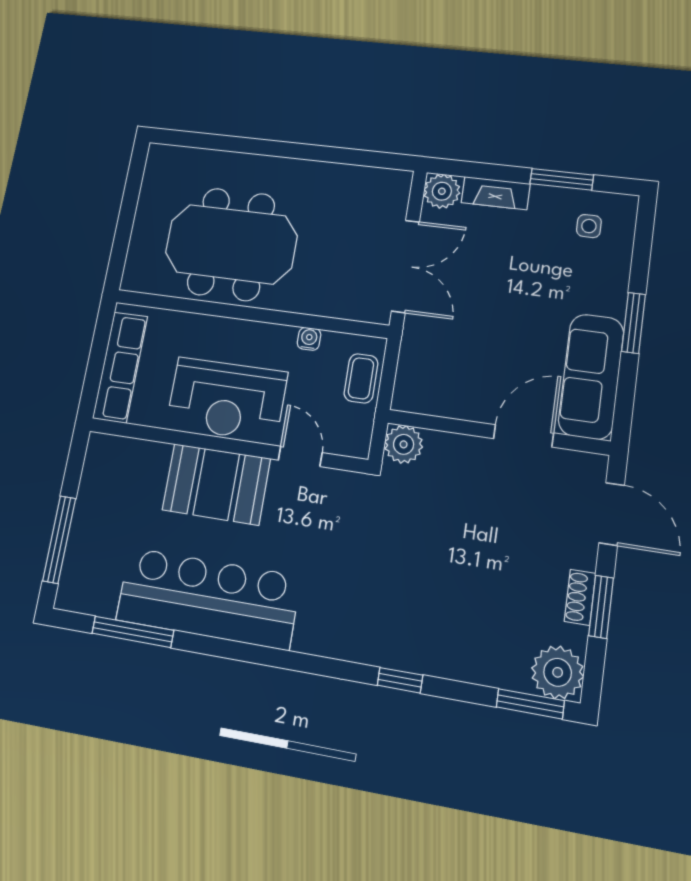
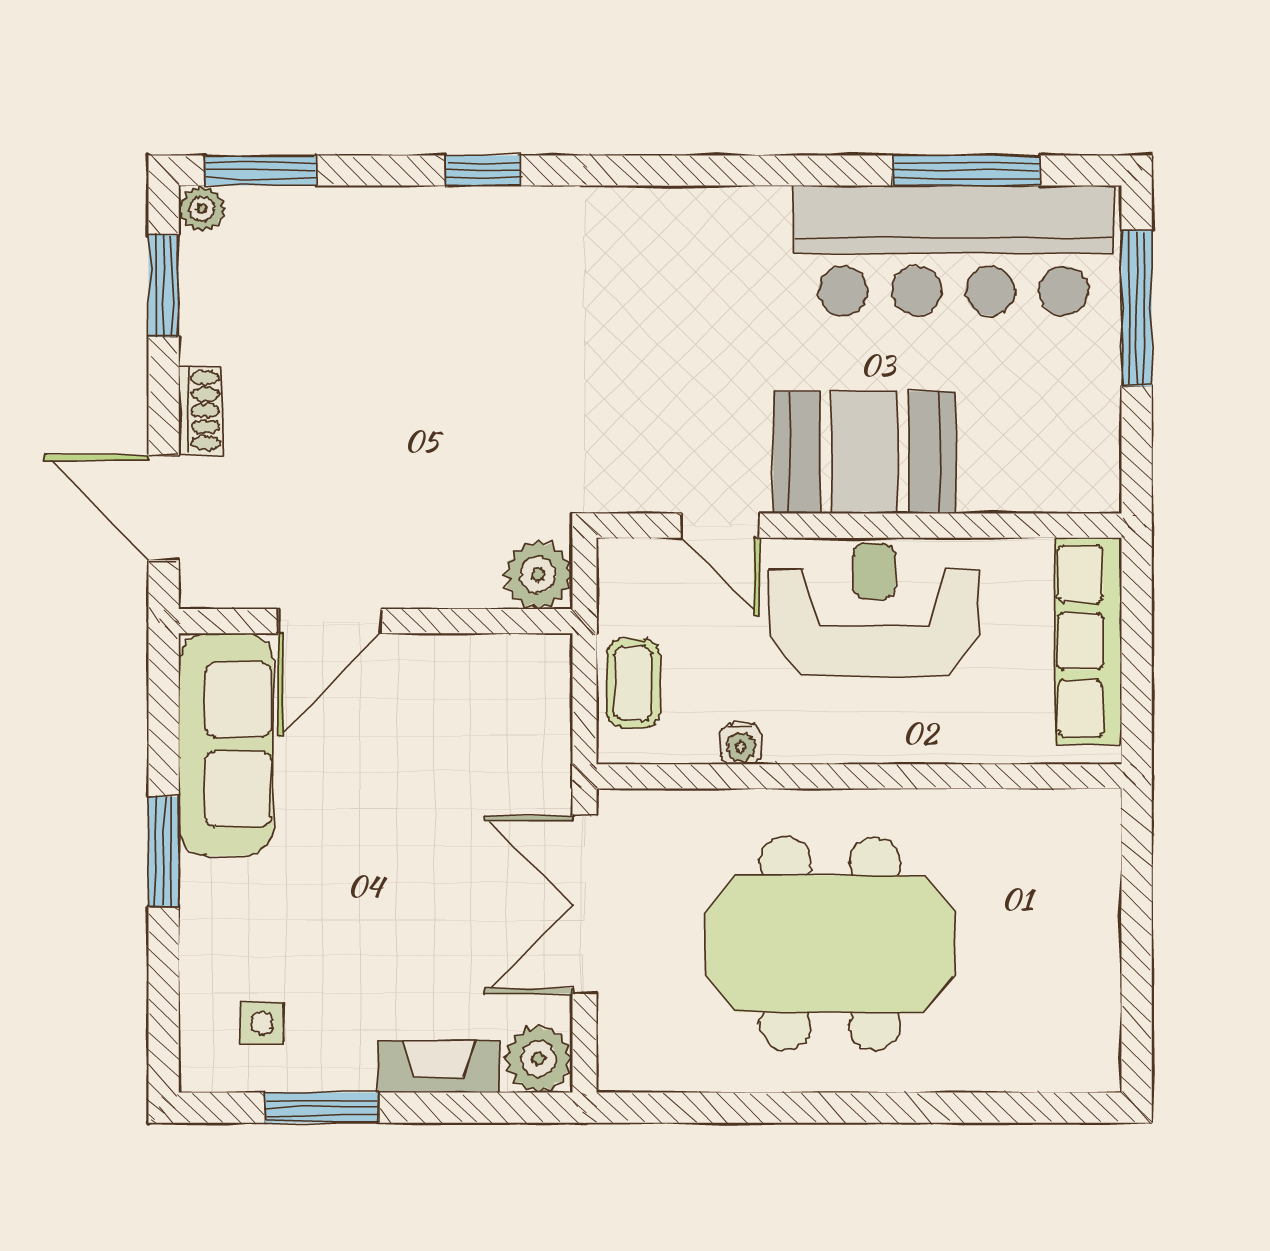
meeting table: (231, 244) -> (830, 944), moved
shoe rack: (580, 597) -> (200, 410), moved
bar counter: (208, 598) -> (953, 251), moved
window: (601, 607) -> (164, 286), moved
plant: (558, 672) -> (202, 209), width x0.53, depth x0.53

